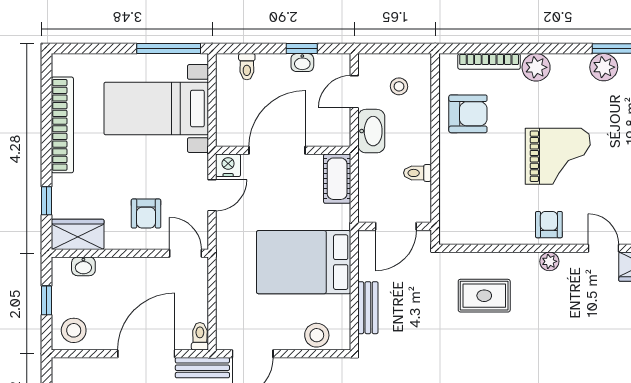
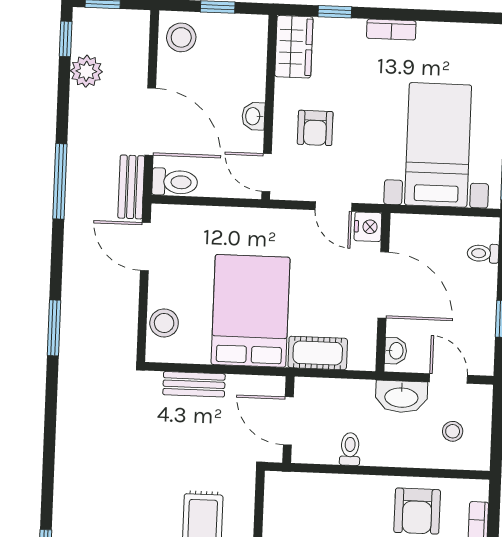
washbasin: (302, 63) -> (396, 351), moved, turned 180
bookcase: (62, 125) -> (391, 30), width x0.43, depth x0.76
cot: (337, 179) -> (318, 353), moved
armchair: (146, 213) -> (315, 128), turned -90
door: (186, 253) -> (267, 173), swing flipped
washbasin: (83, 266) -> (253, 116), moved
toilet: (200, 336) -> (175, 182), width x1.37, depth x1.39

